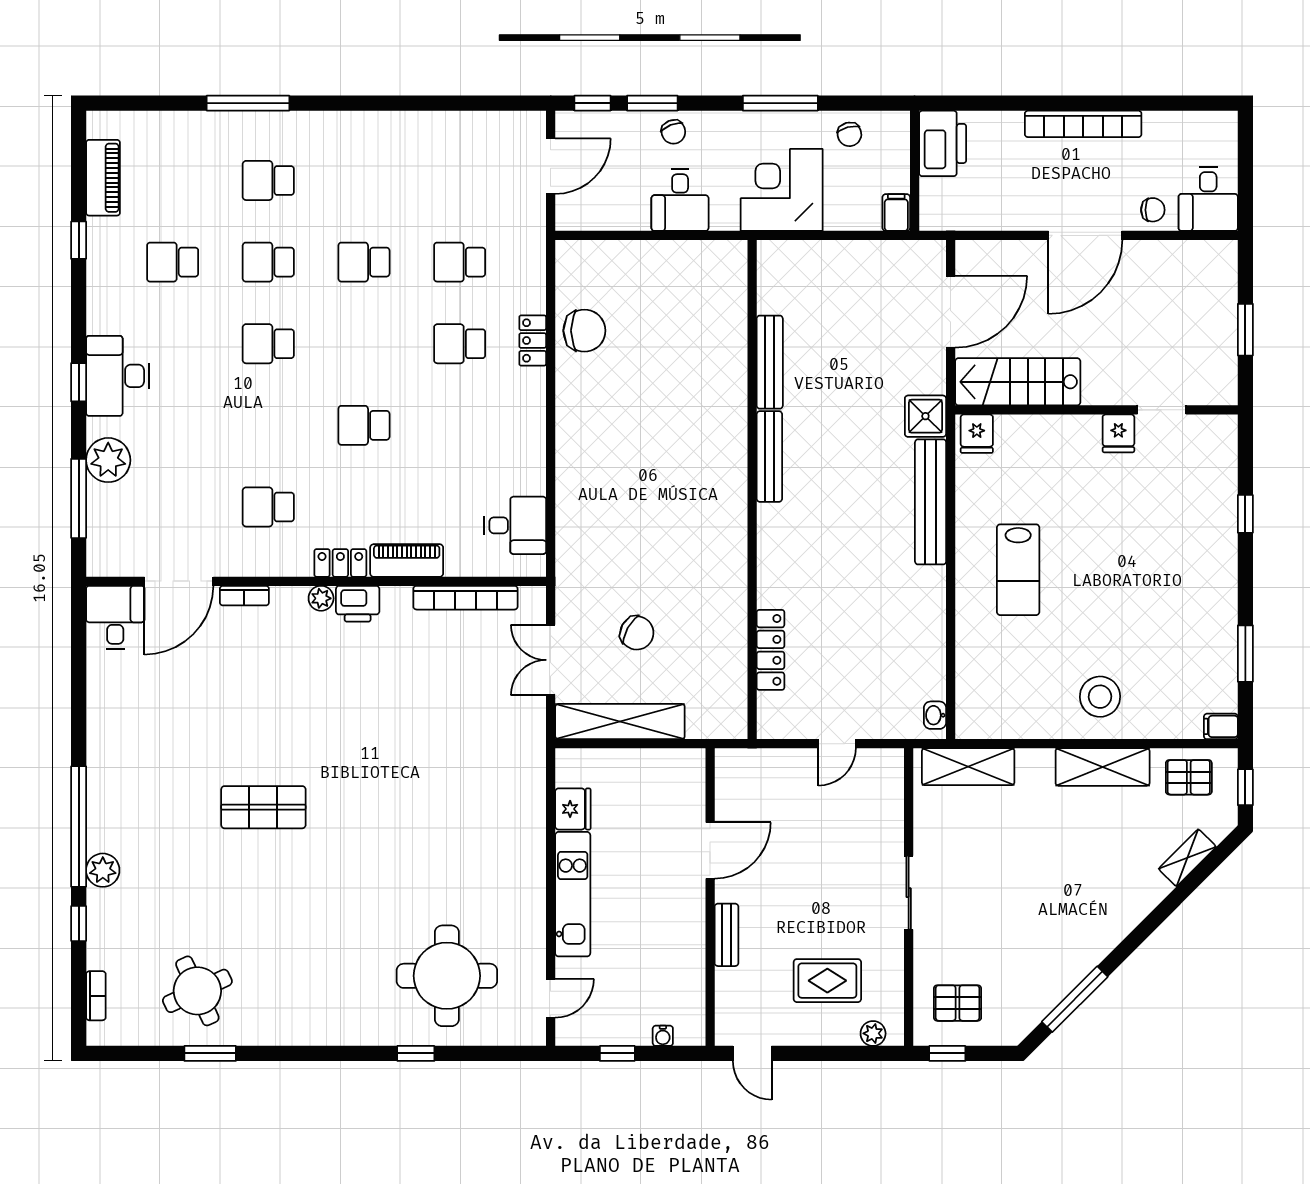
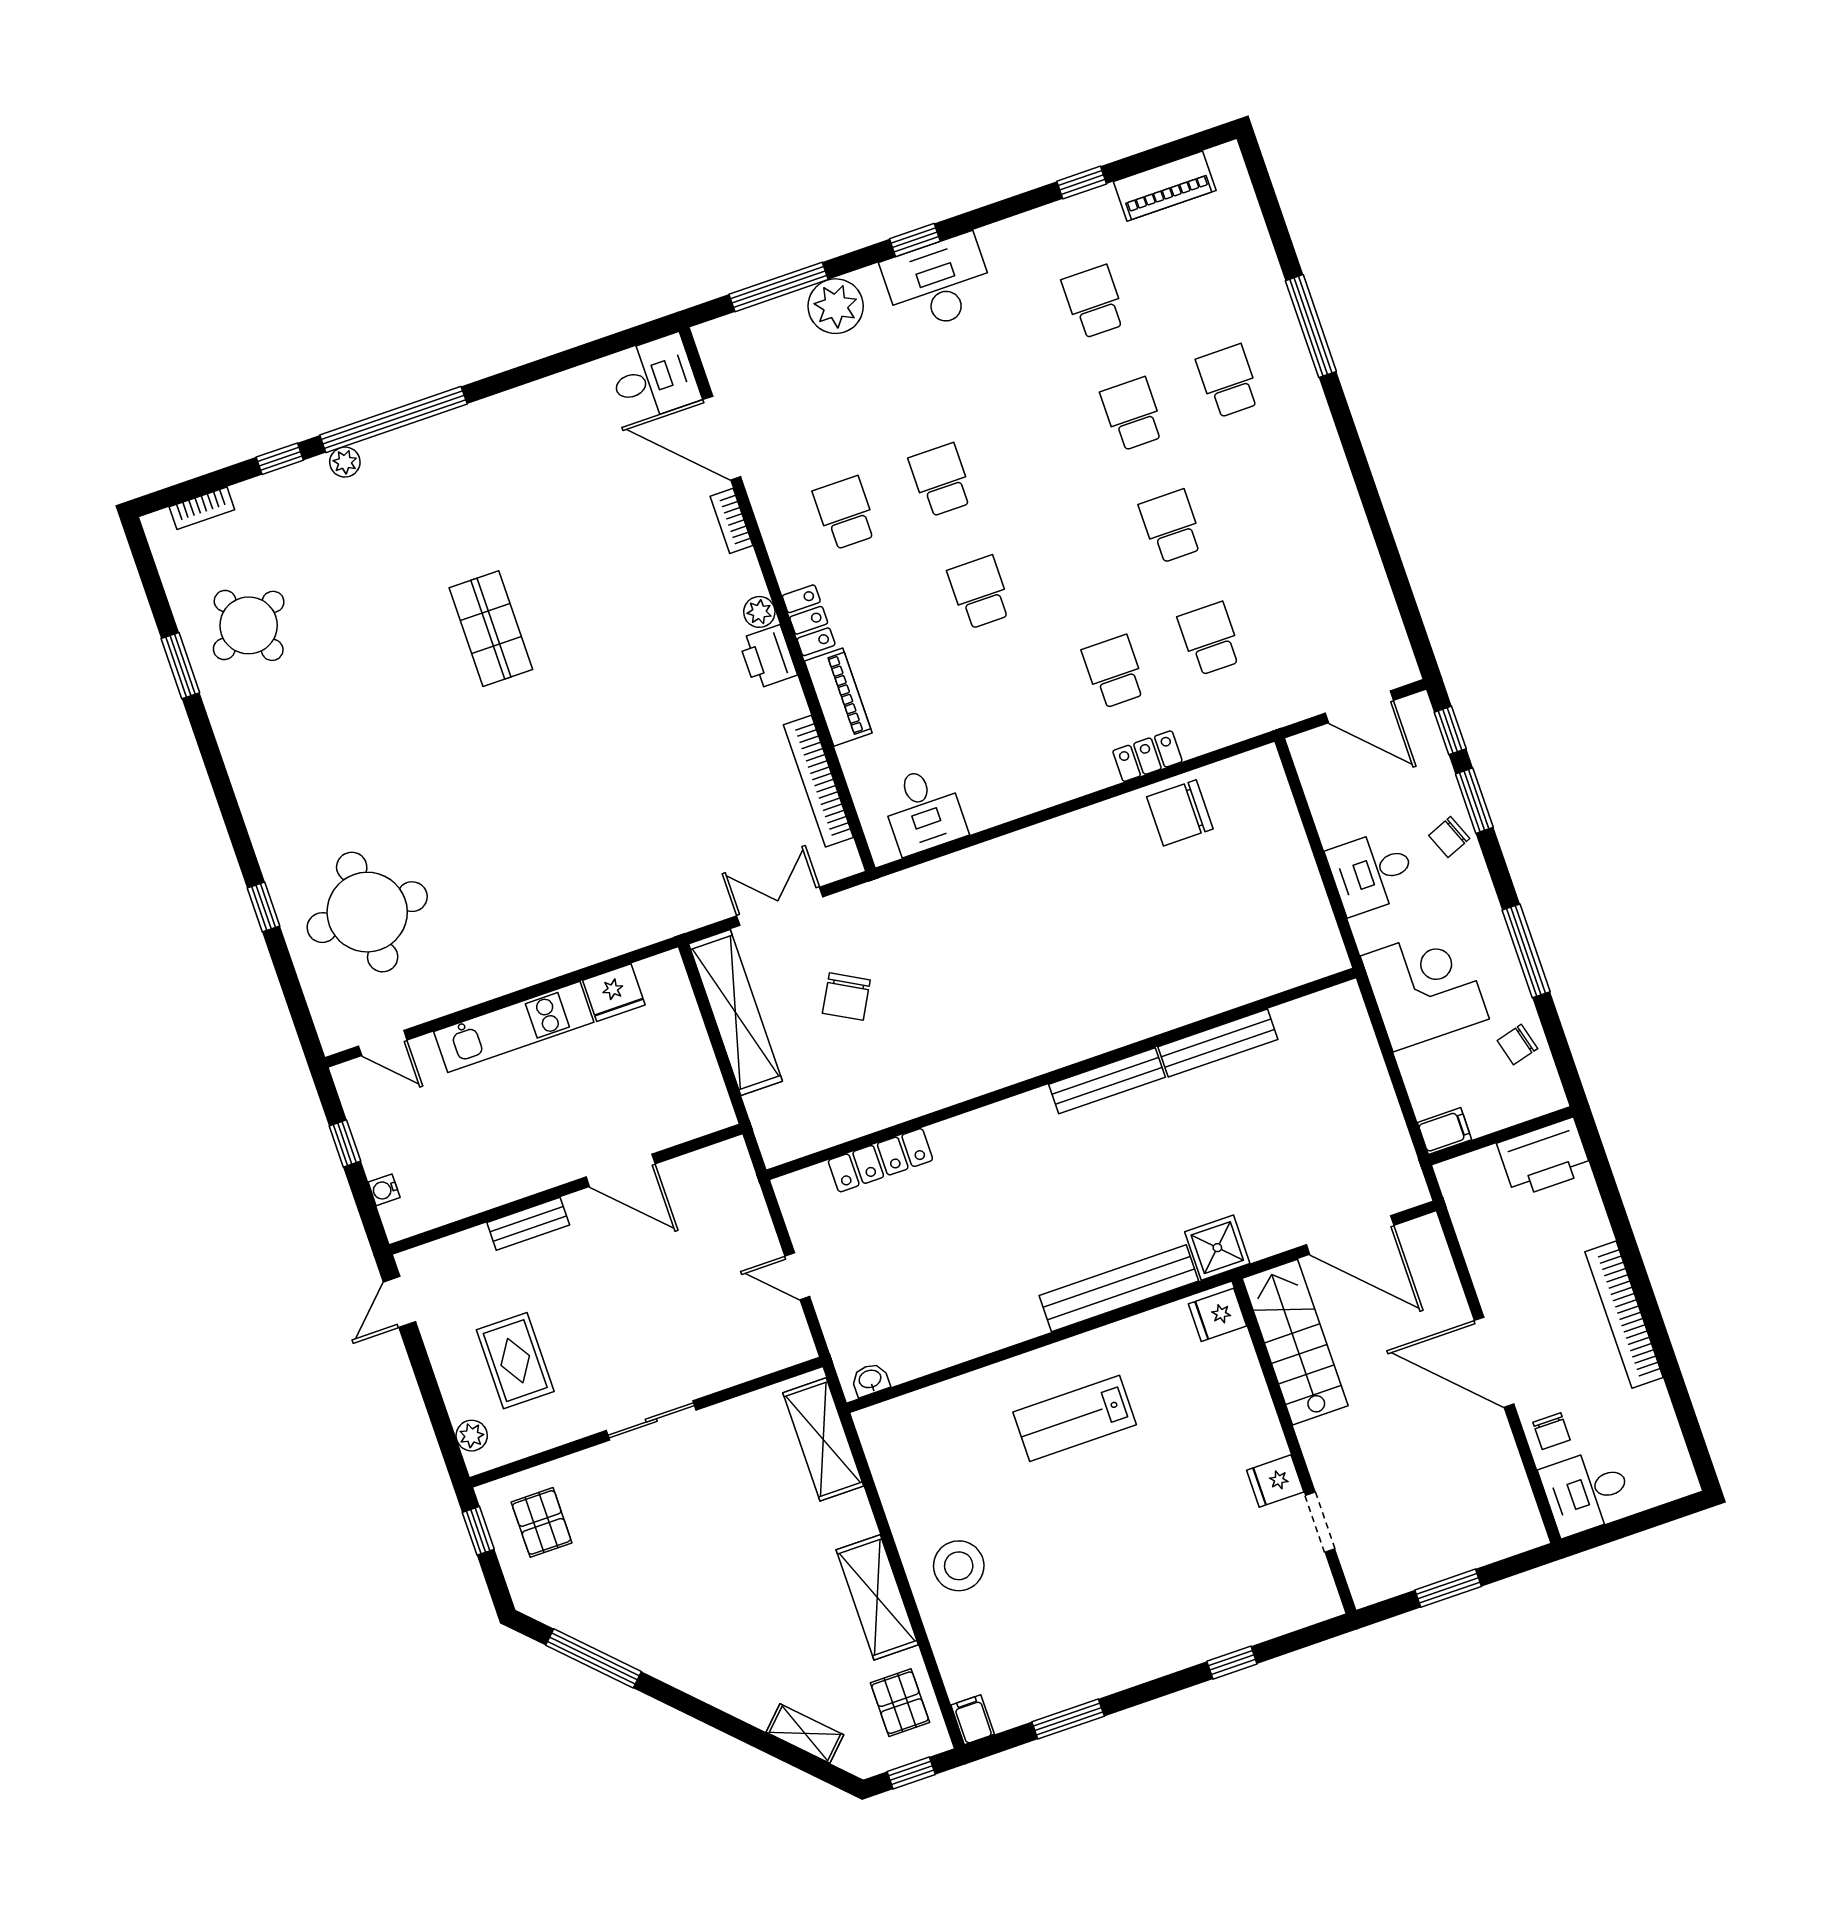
chair: (584, 331) -> (1180, 813), turned 90
school desk: (268, 344) -> (941, 480), moved
plant: (103, 870) -> (345, 462), width x0.73, depth x0.73

